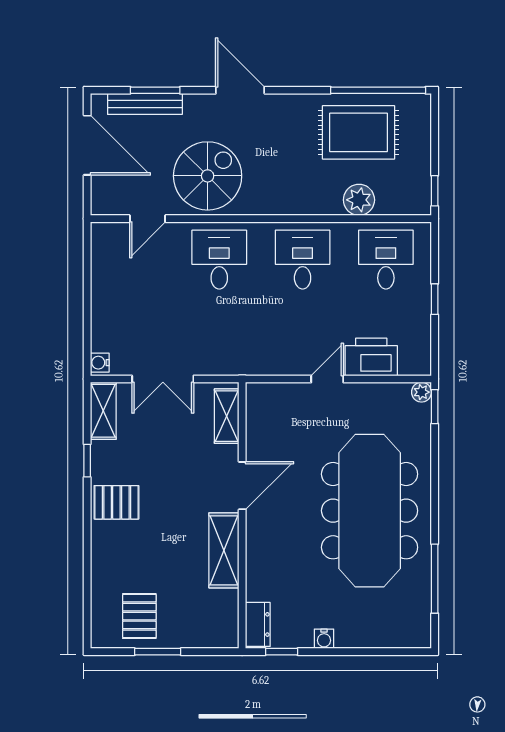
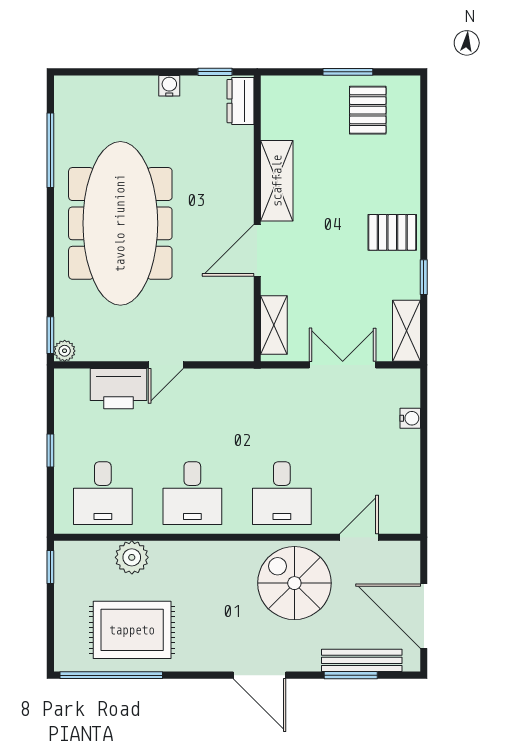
spiral stairs: (208, 176) -> (294, 583), turned 90
water cooler: (100, 363) -> (410, 418), moved

